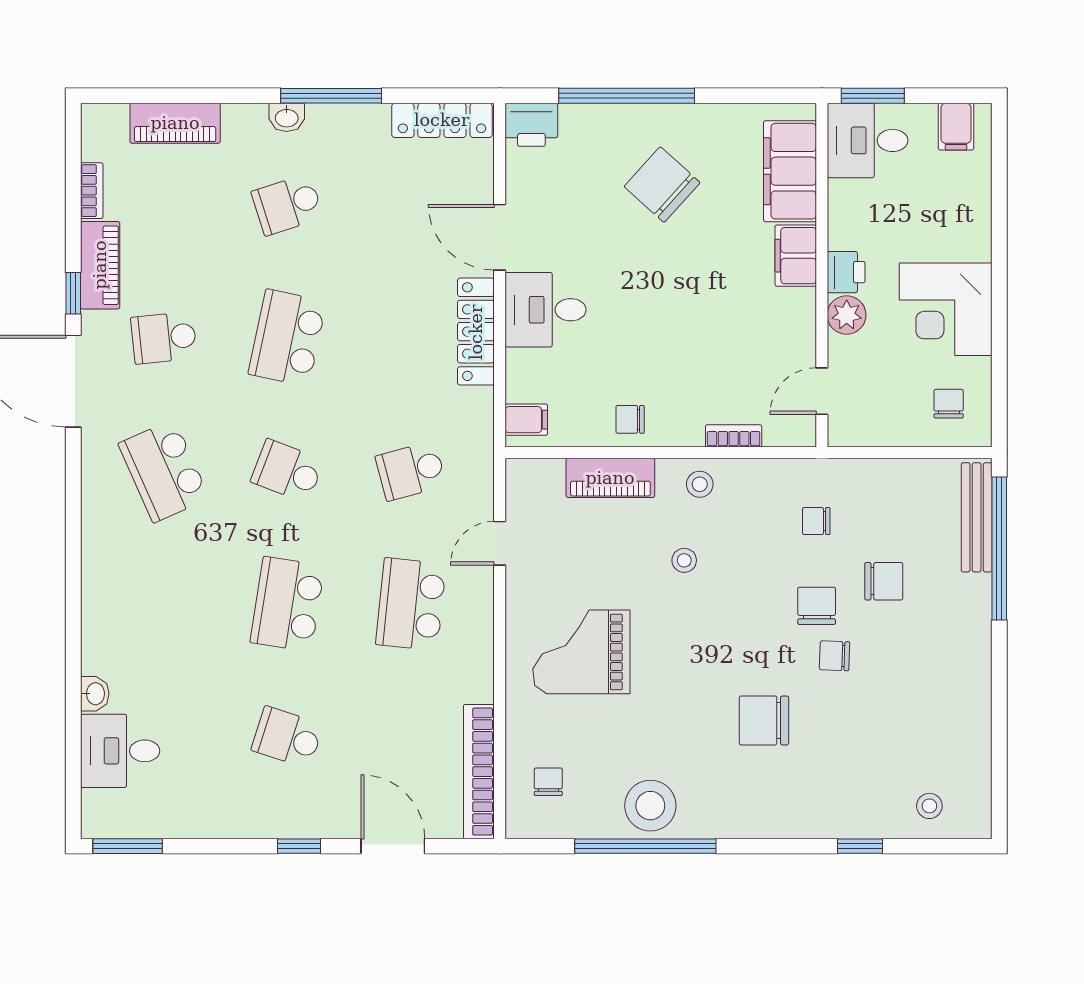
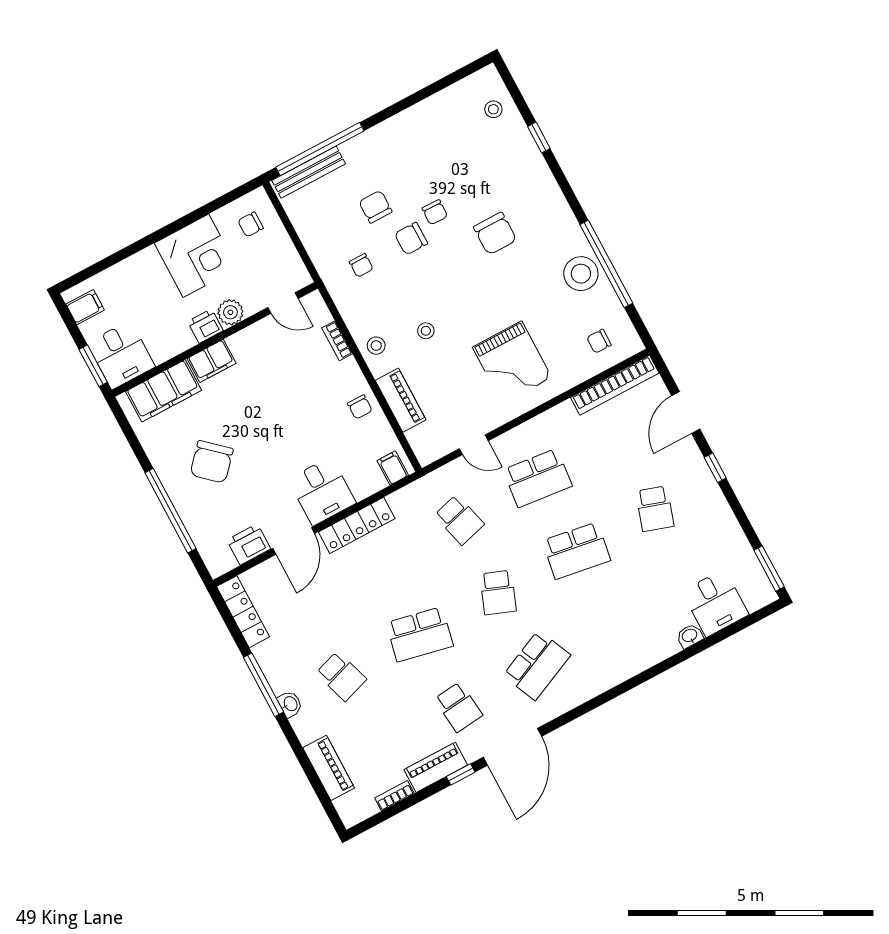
printer: (531, 125) -> (249, 544), moved, turned -90

